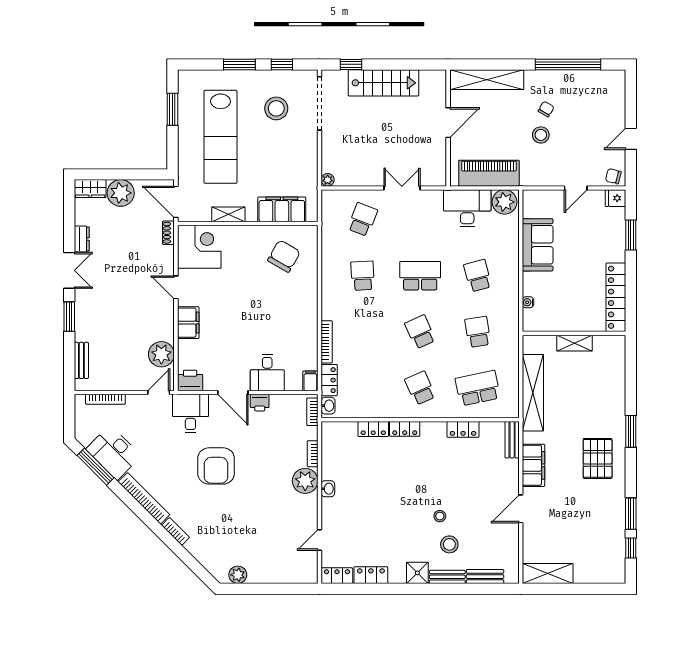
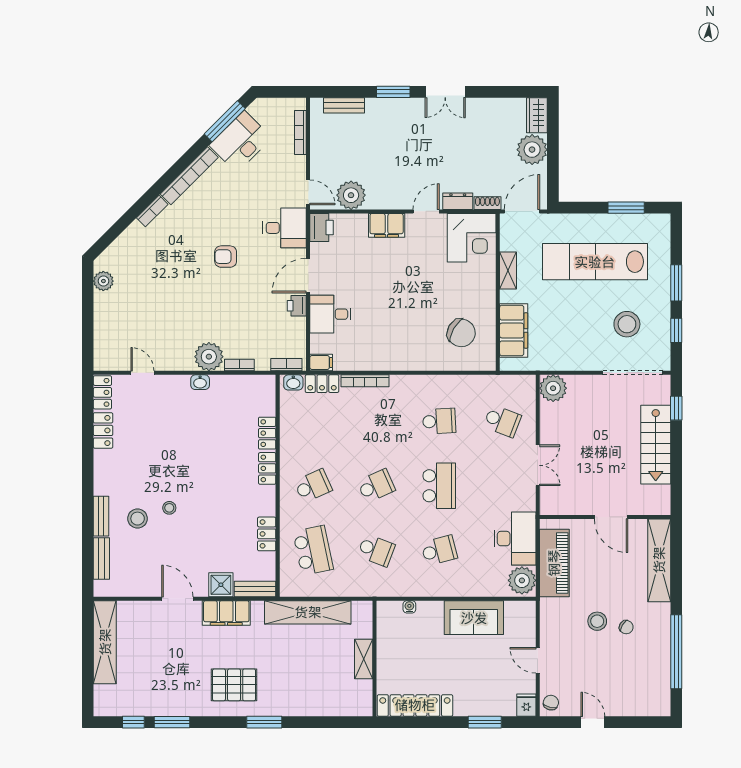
plant: (328, 180) -> (553, 388), width x1.87, depth x1.87
dresser: (82, 239) -> (458, 201), moved, turned 180
school desk: (478, 332) -> (376, 550), turned 30
armchair: (216, 466) -> (226, 257), width x0.53, depth x0.53
shower: (417, 573) -> (221, 585), moved
shelving: (548, 574) -> (105, 642), width x1.47

